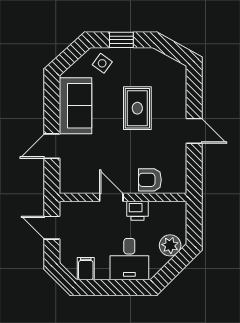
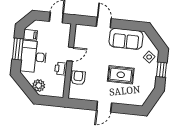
desk: (129, 259) -> (34, 57), width x1.37
window: (112, 287) -> (18, 49), added

